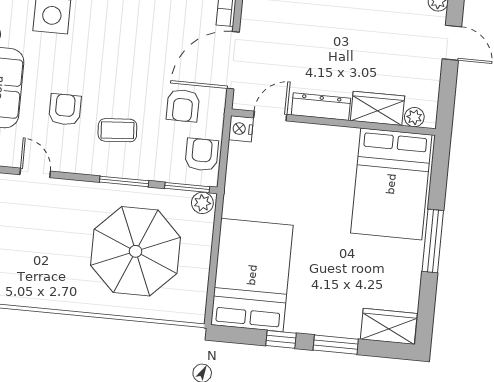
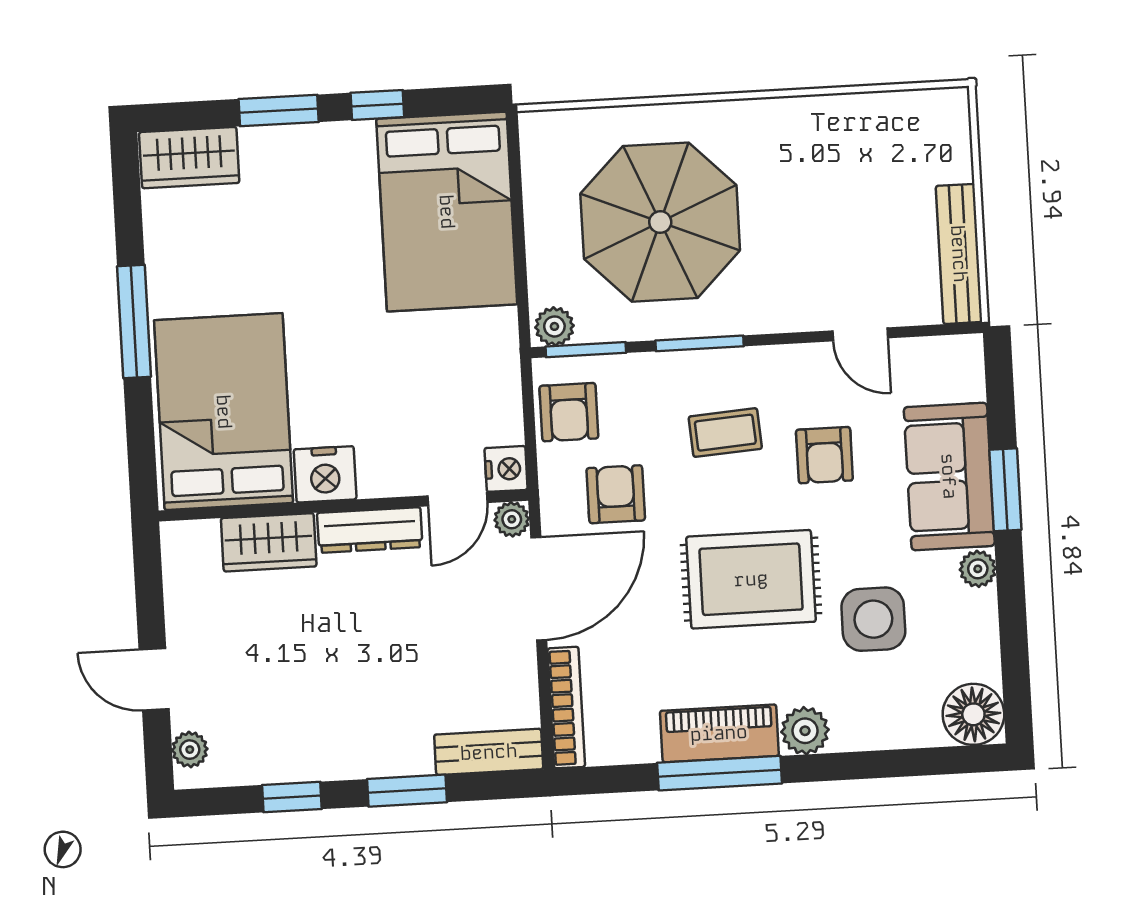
rug: (116, 48) -> (751, 579), added
plant: (414, 117) -> (512, 519), moved
nightstand: (341, 141) -> (325, 474), added

